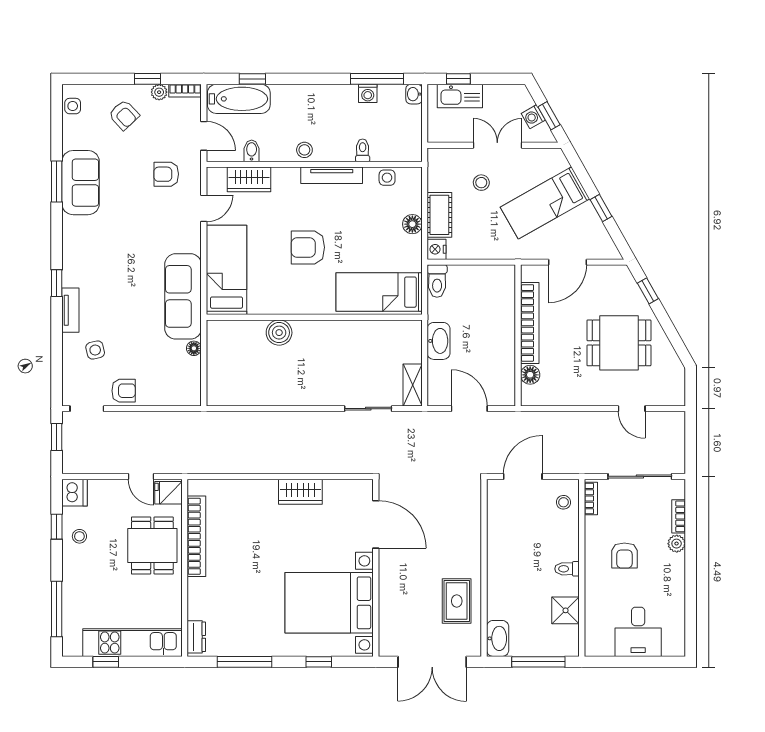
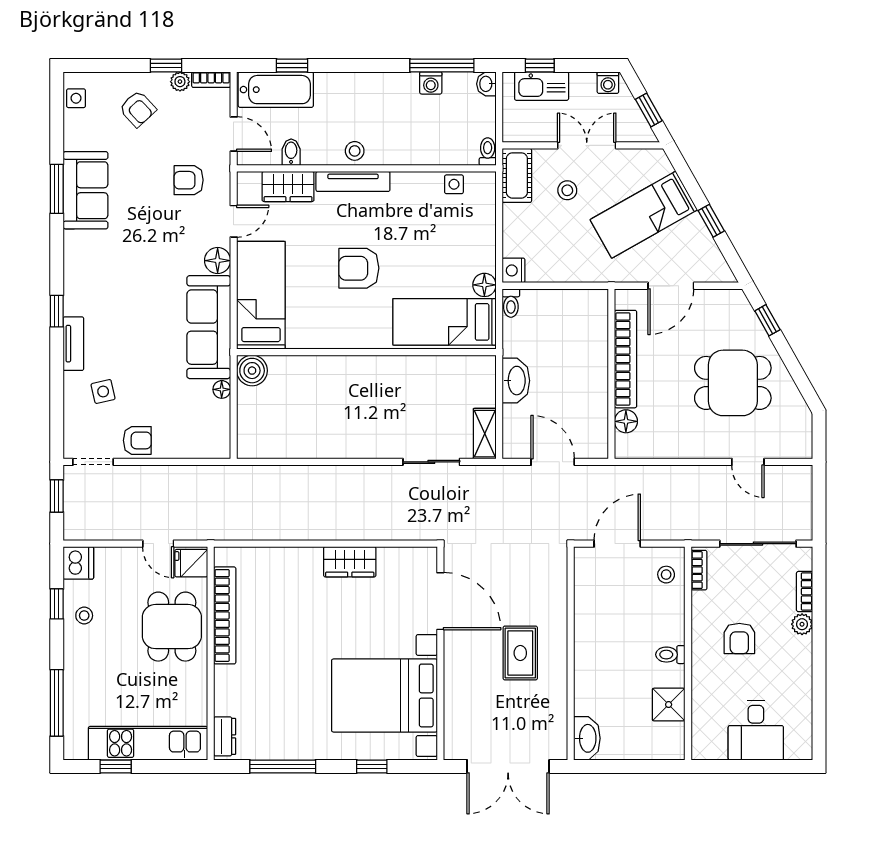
washing machine: (533, 117) -> (608, 83), moved, turned -61
toilet: (363, 150) -> (488, 152), moved
tv unit: (332, 175) -> (353, 181), moved
cot: (439, 215) -> (517, 175), moved
floor lamp: (412, 224) -> (484, 285), moved
floor lamp: (190, 241) -> (218, 261), added
toilet: (437, 281) -> (511, 303), width x0.73, depth x0.72
boiler: (279, 333) -> (252, 371), moved
rug: (457, 601) -> (520, 653), moved
window: (538, 662) -> (636, 766), removed

